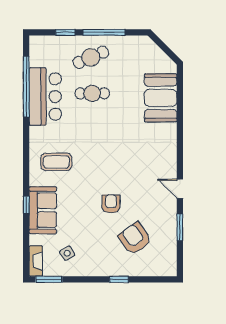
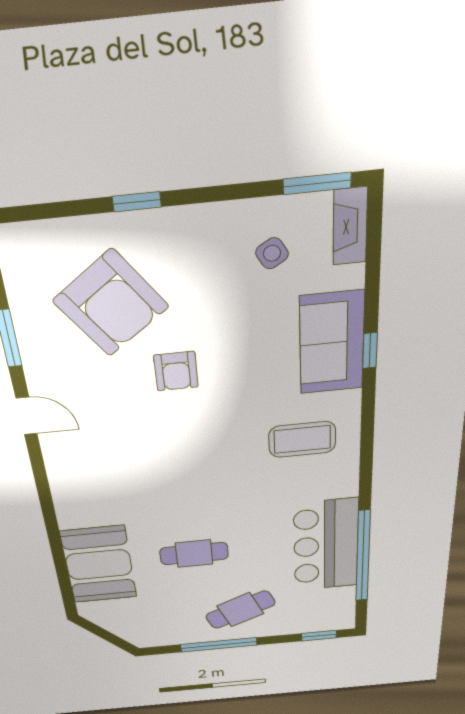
window: (65, 32) -> (319, 636), moved
cafe table: (92, 93) -> (194, 554), moved
armchair: (135, 238) -> (111, 304), width x1.36, depth x1.36

